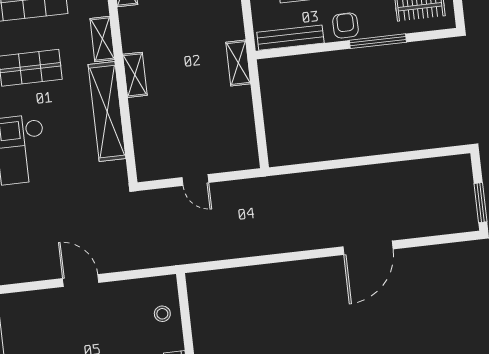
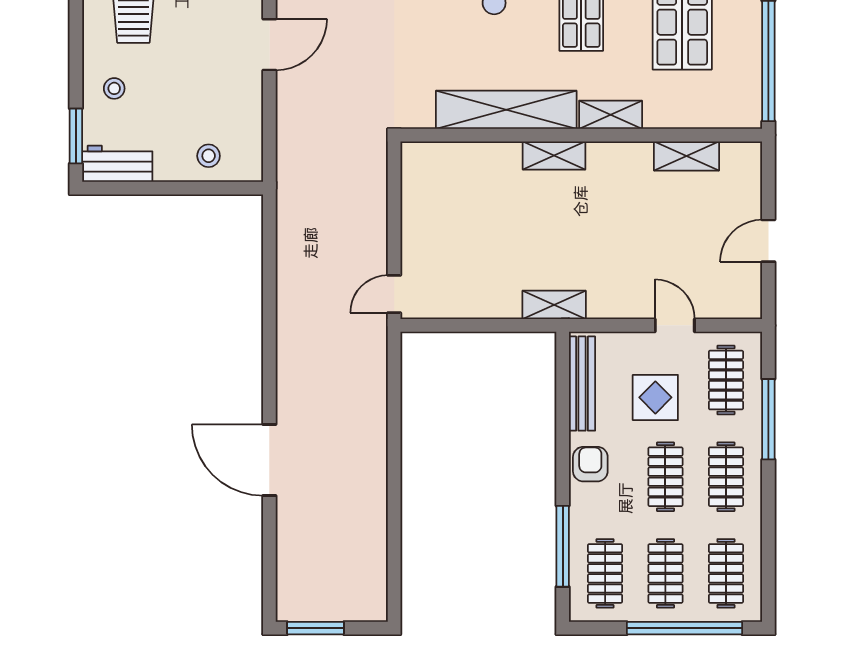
armchair: (345, 25) -> (590, 464), turned -90
window: (378, 41) -> (563, 546), moved
door: (195, 180) -> (394, 294), moved

